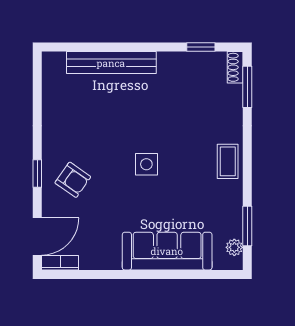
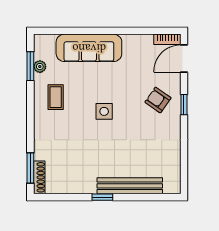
window: (201, 47) -> (102, 197), moved
shoe rack: (235, 67) -> (39, 177), width x1.43
coffee table: (228, 161) -> (56, 97), moved
plant: (234, 247) -> (40, 67), moved

